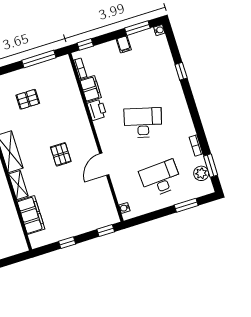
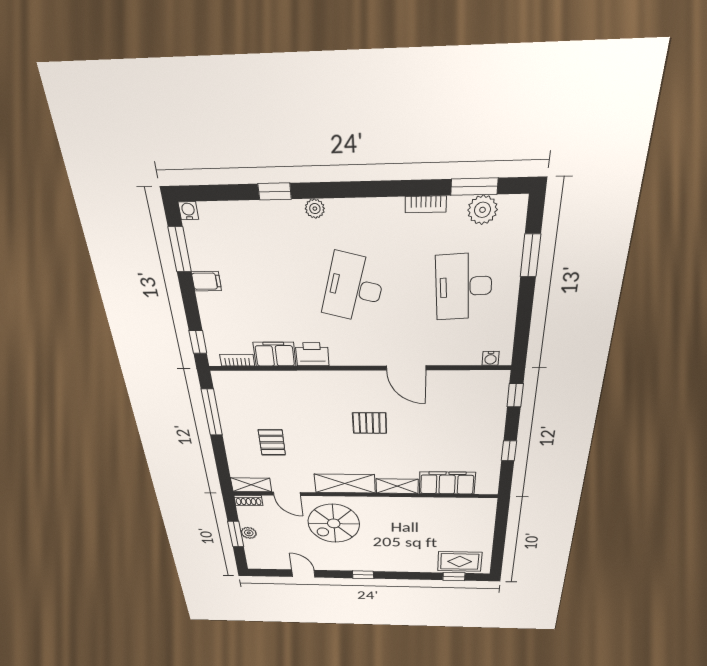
plant: (178, 93) -> (315, 209), added

